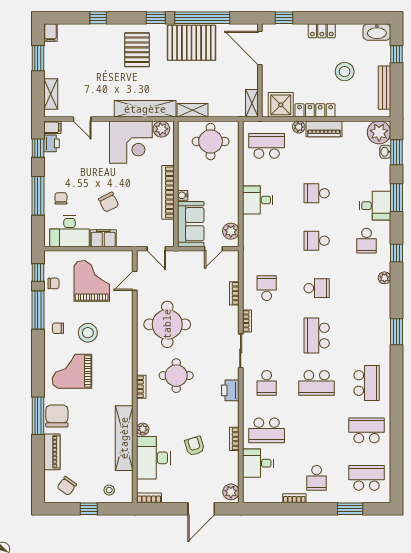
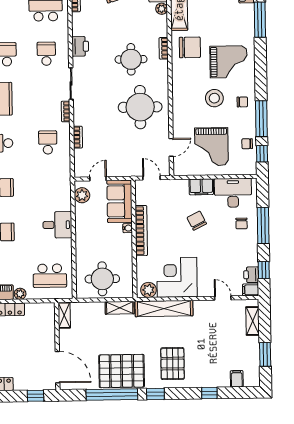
filing cabinet: (50, 33) -> (237, 379), moved
shower: (281, 105) -> (37, 314), removed
school desk: (267, 288) -> (48, 142), turned 180
chair: (57, 416) -> (190, 47), moved, turned -90

